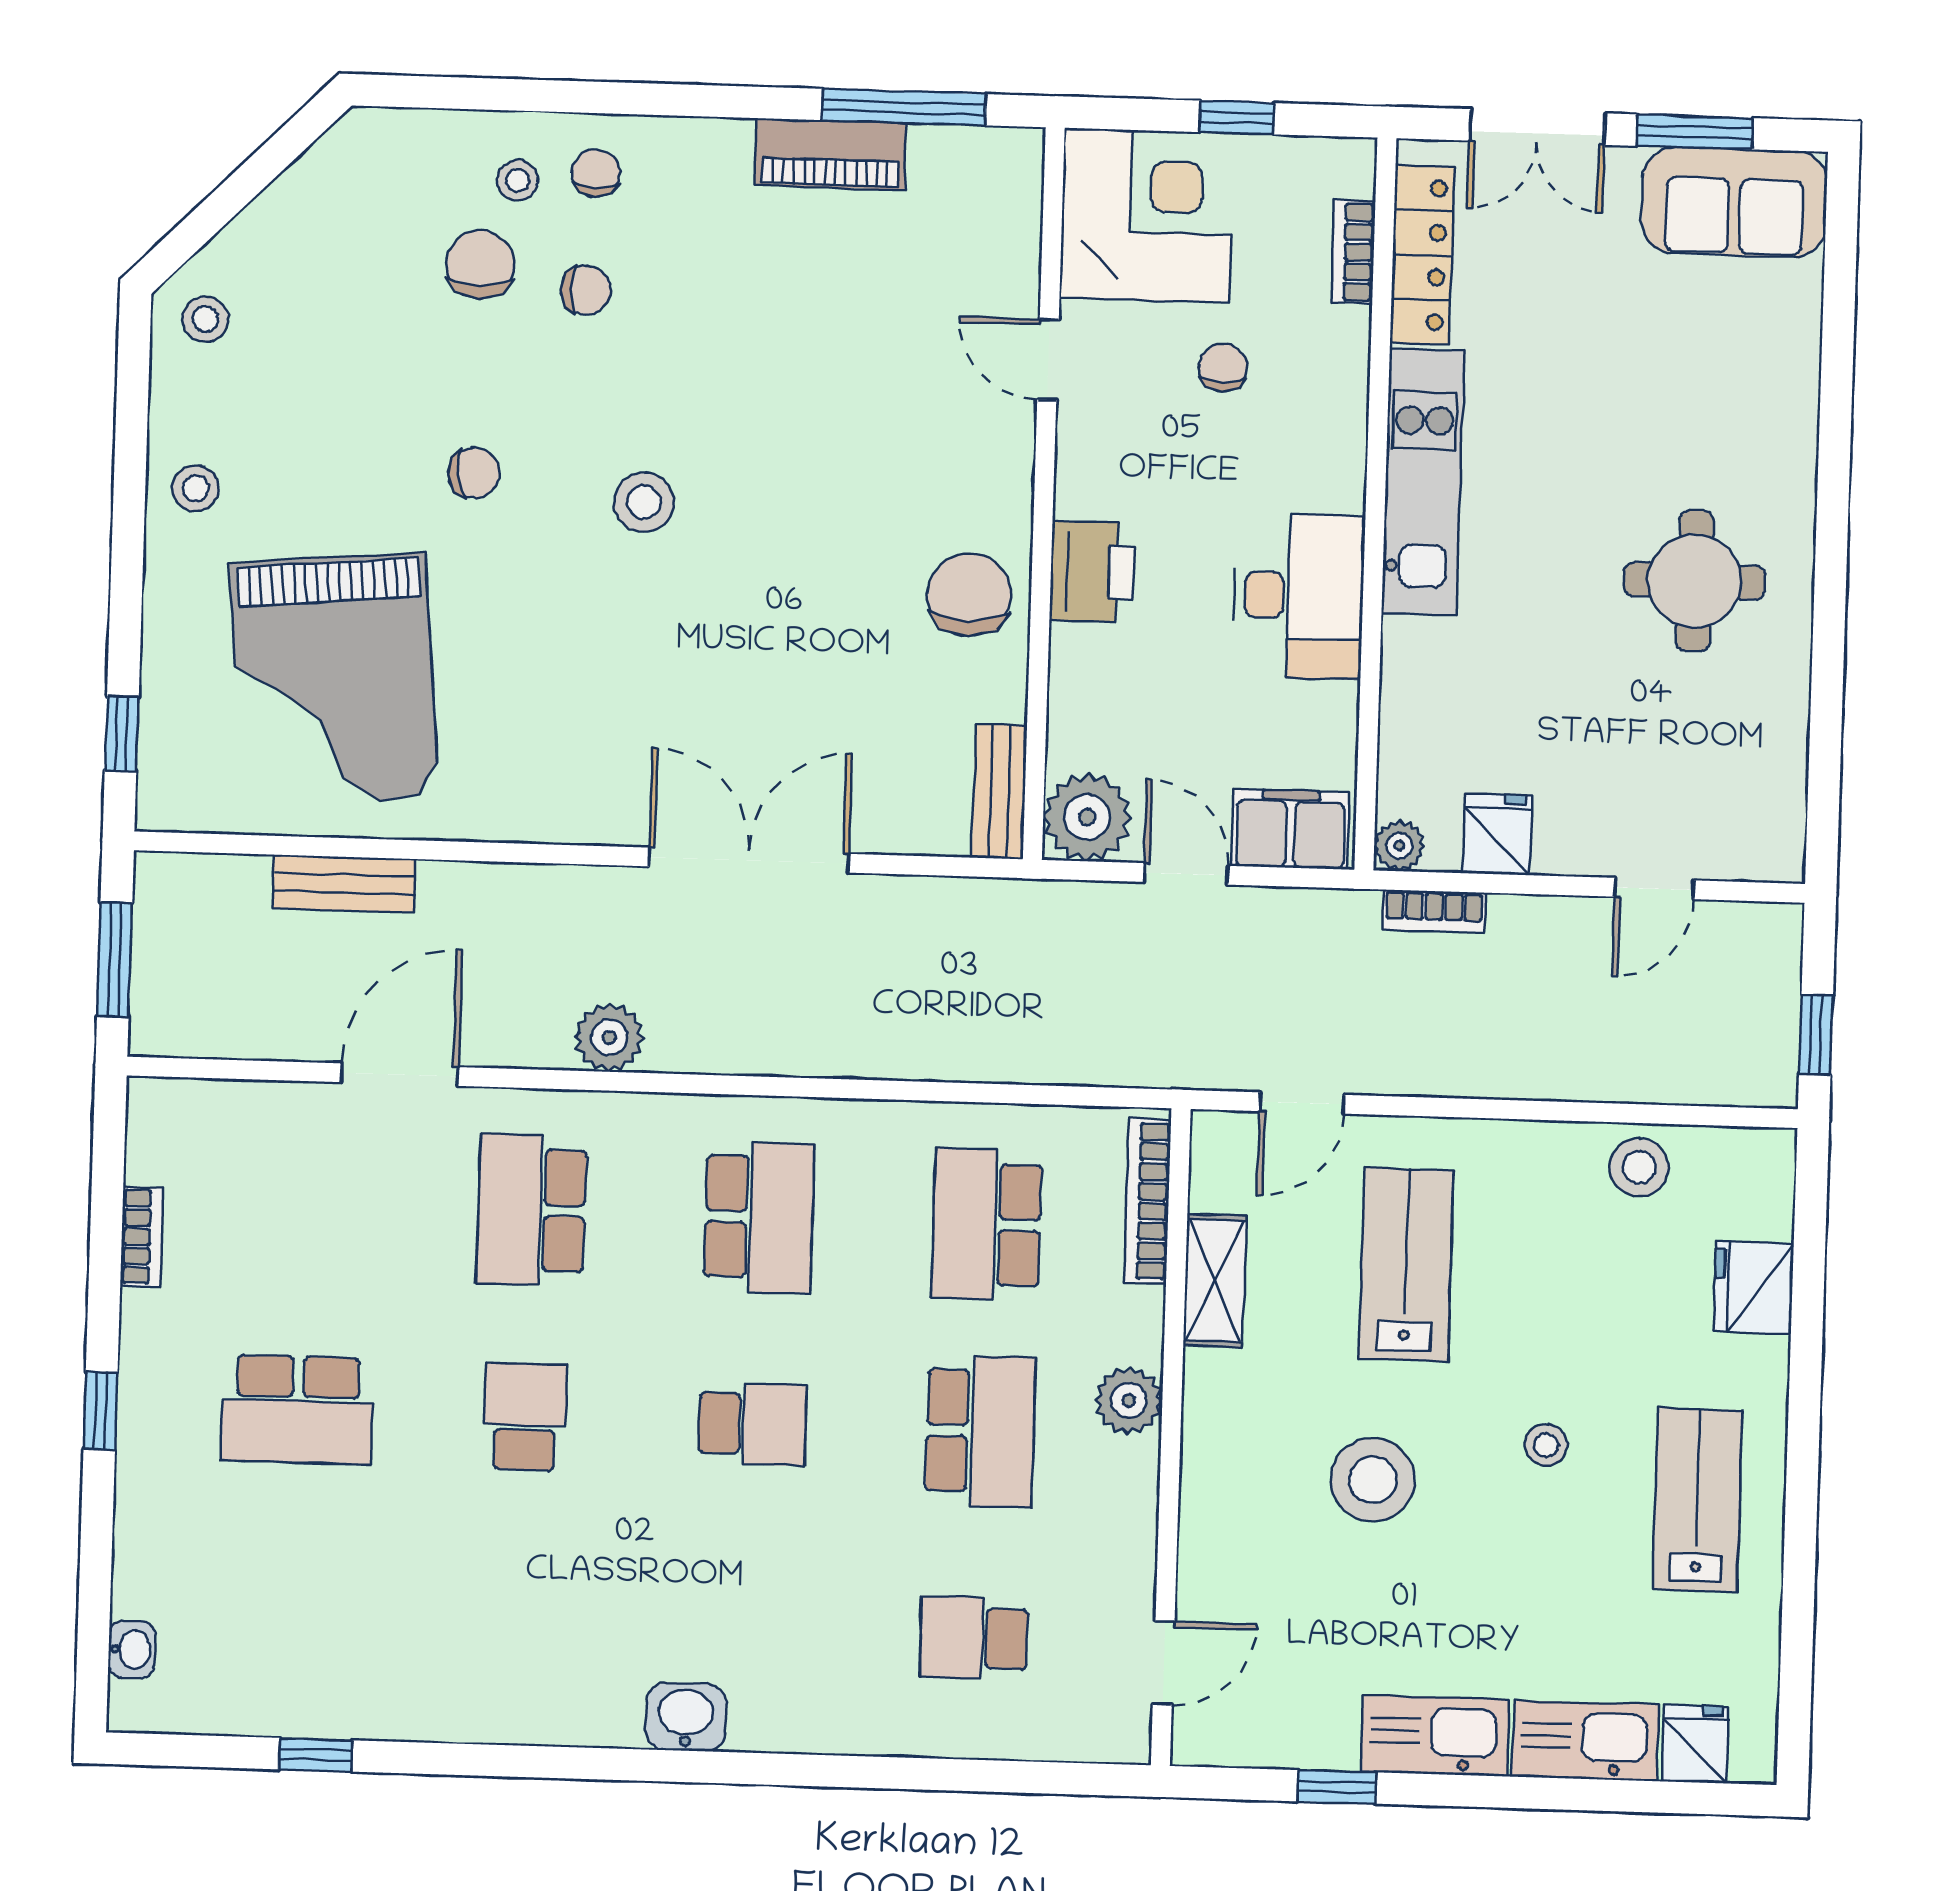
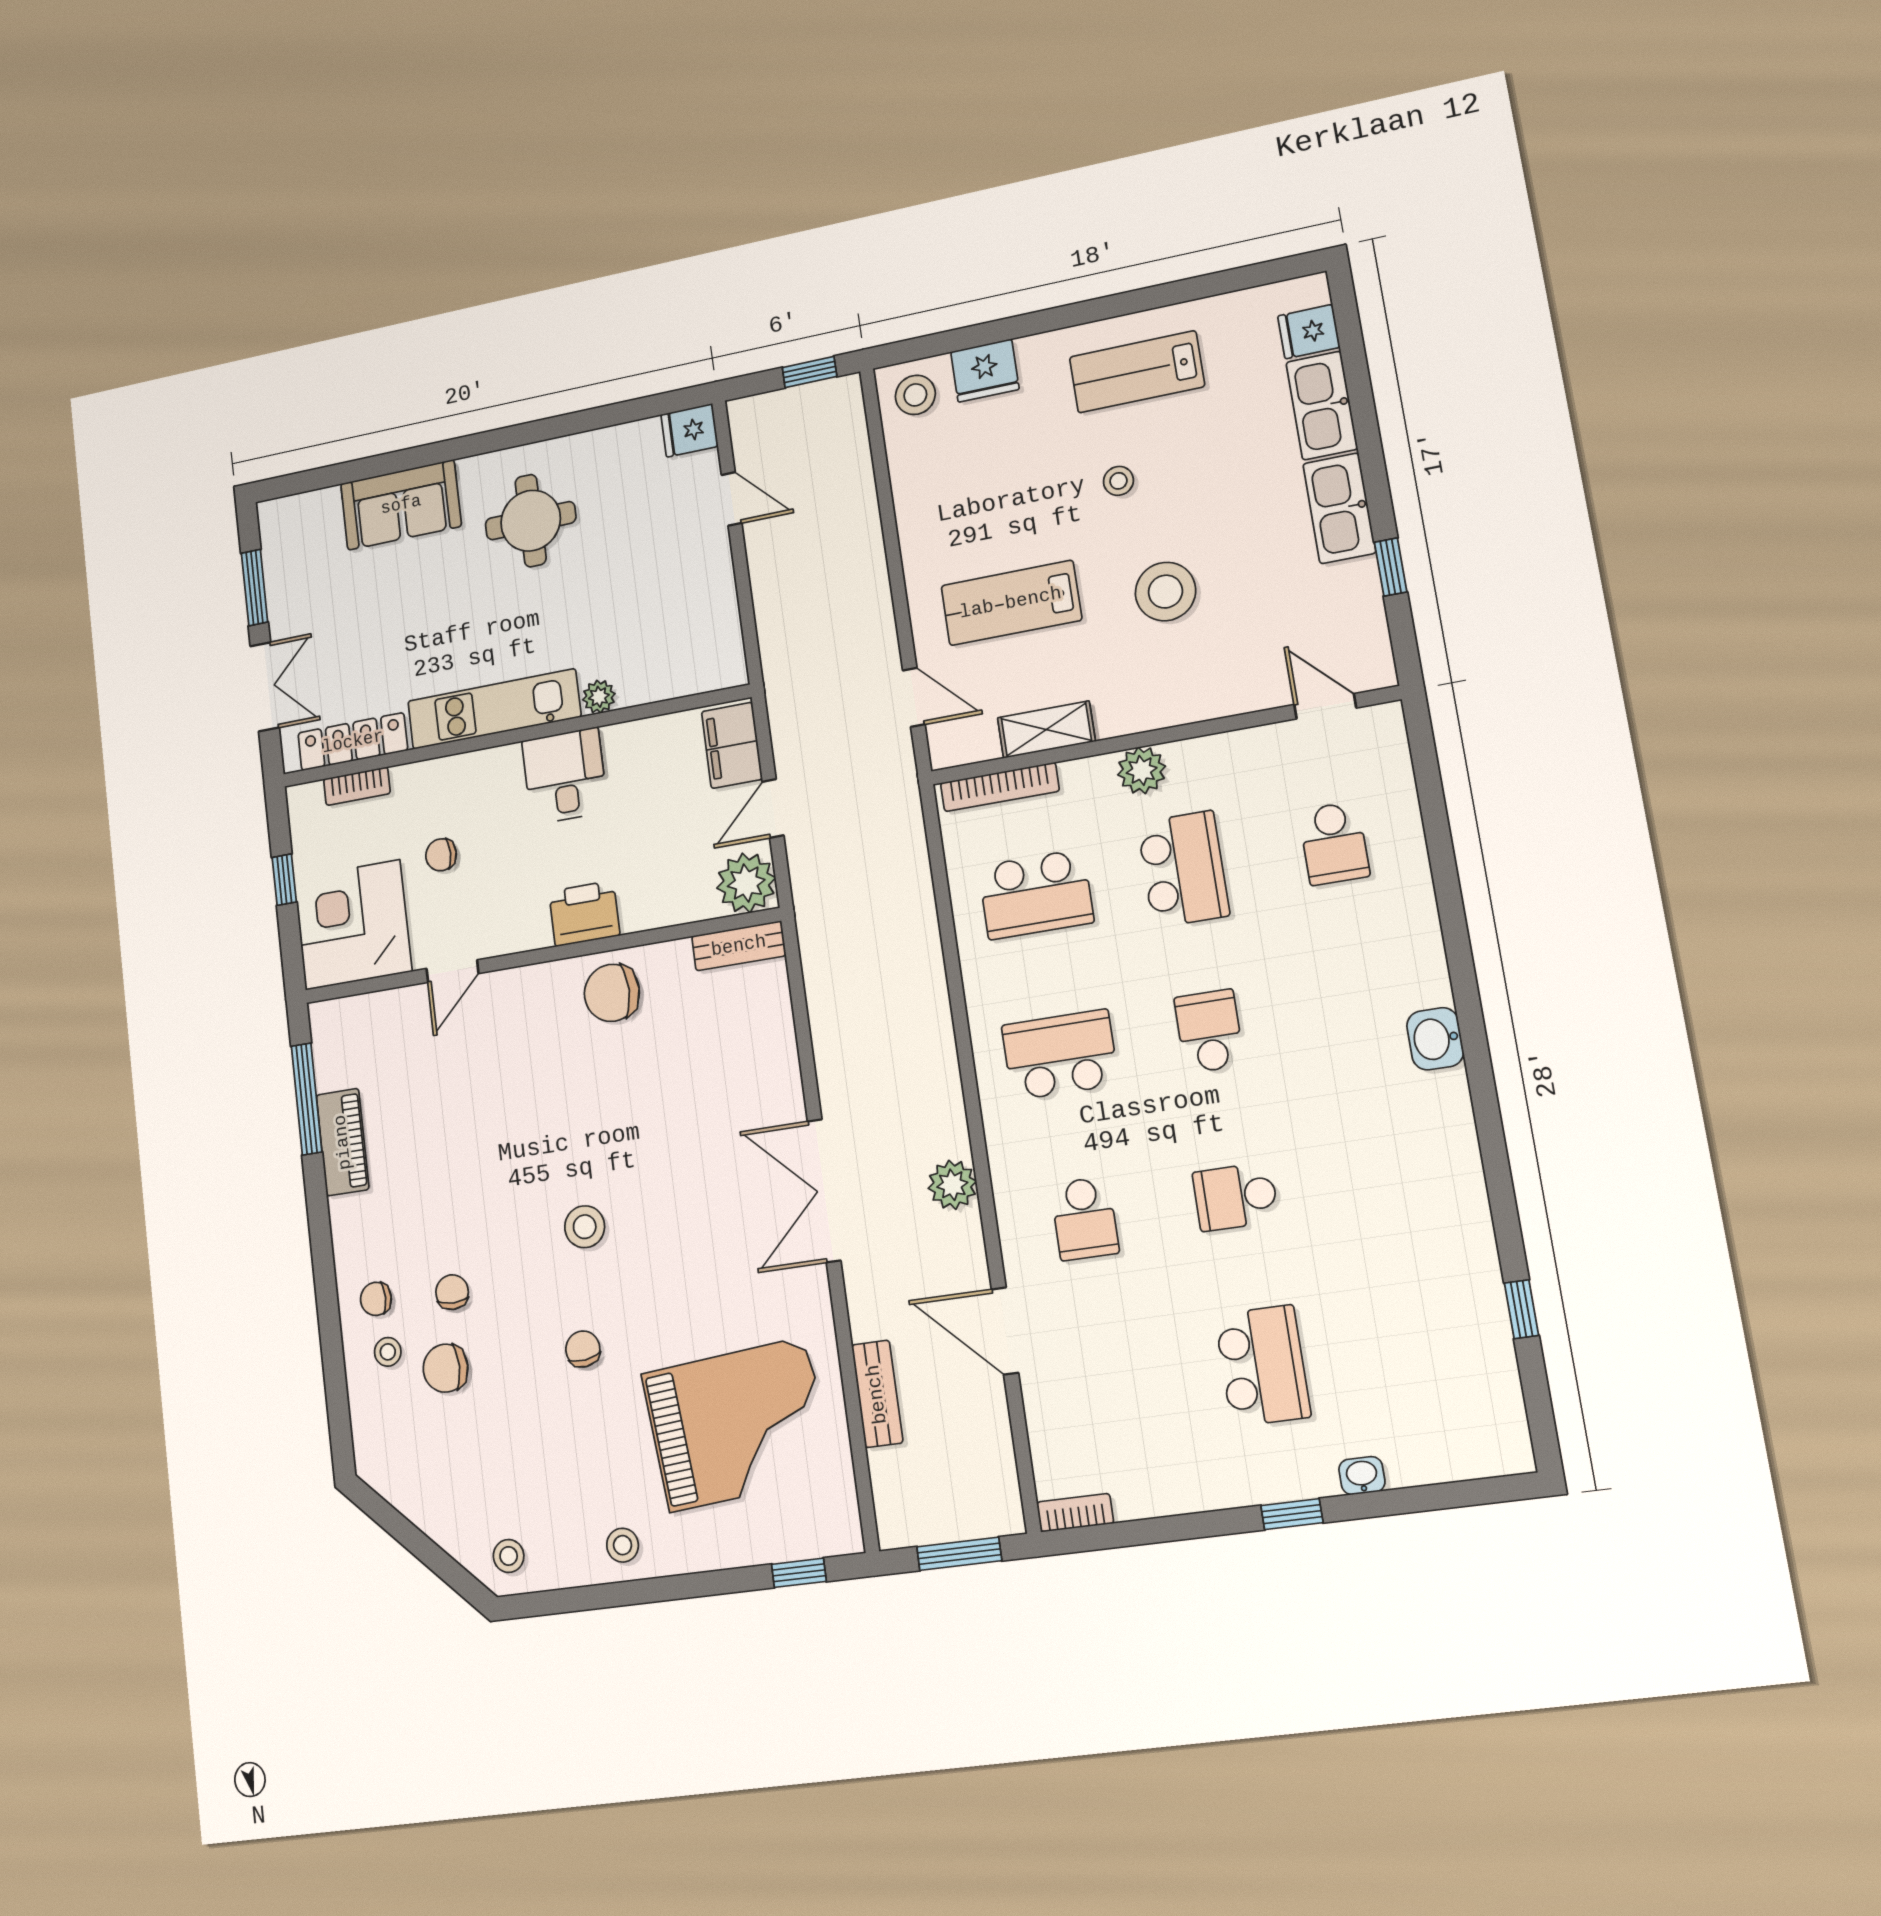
sofa: (1734, 202) -> (401, 505), moved, turned 90
desk: (1299, 596) -> (565, 776), width x0.73
fridge: (1497, 834) -> (689, 430), moved
plant: (1399, 846) -> (599, 697), moved
double door: (749, 860) -> (824, 1191), moved
bookcase: (1434, 911) -> (770, 638), removed
stool: (1639, 1167) -> (915, 395), moved
school desk: (532, 1210) -> (1085, 1219), width x0.54
bookcase: (142, 1237) -> (1075, 1513), moved
school desk: (980, 1431) -> (1183, 869), turned 90
washbasin: (132, 1649) -> (1362, 1476), moved

